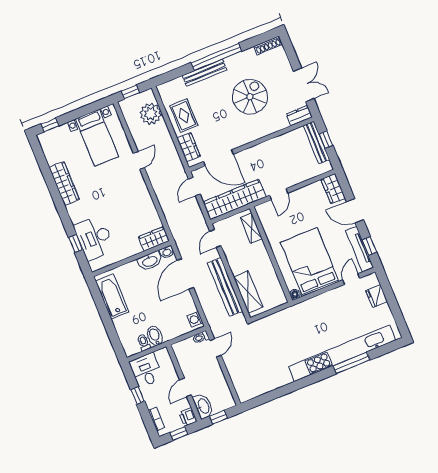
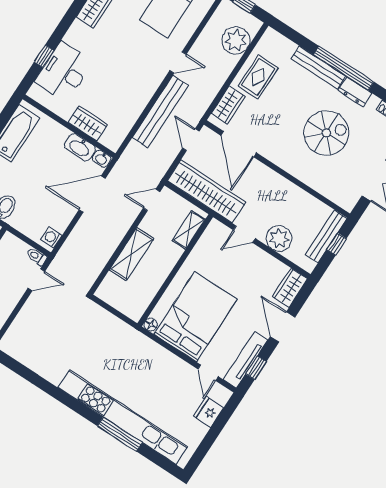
dresser: (299, 116) -> (355, 92), moved, turned 180
plant: (297, 174) -> (279, 238), added
door: (194, 187) -> (191, 140), hinge flipped
wardrobe: (154, 239) -> (88, 123), moved
door: (351, 279) -> (208, 373), swing flipped
bench: (225, 287) -> (160, 111), moved
shelving: (248, 292) -> (132, 254), moved

